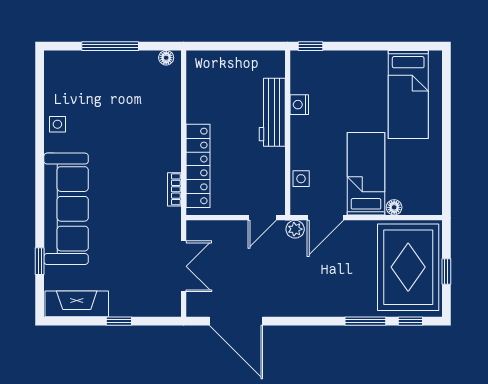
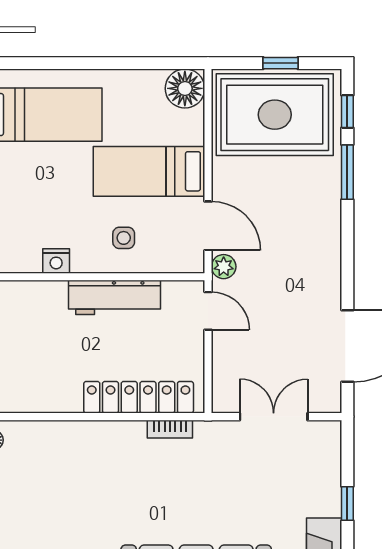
workbench: (272, 112) -> (114, 297), moved
side table: (301, 179) -> (124, 238), moved
floor lamp: (394, 207) -> (185, 88), moved, width x1.89, depth x1.89

